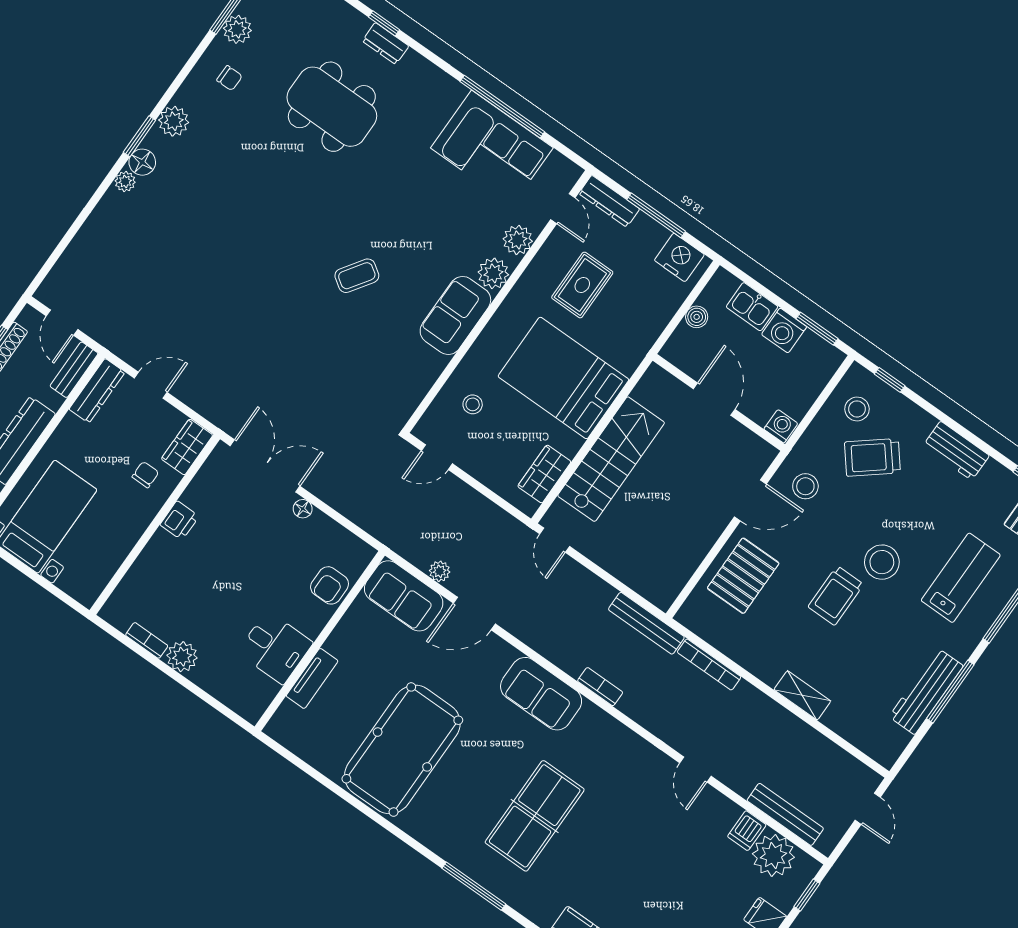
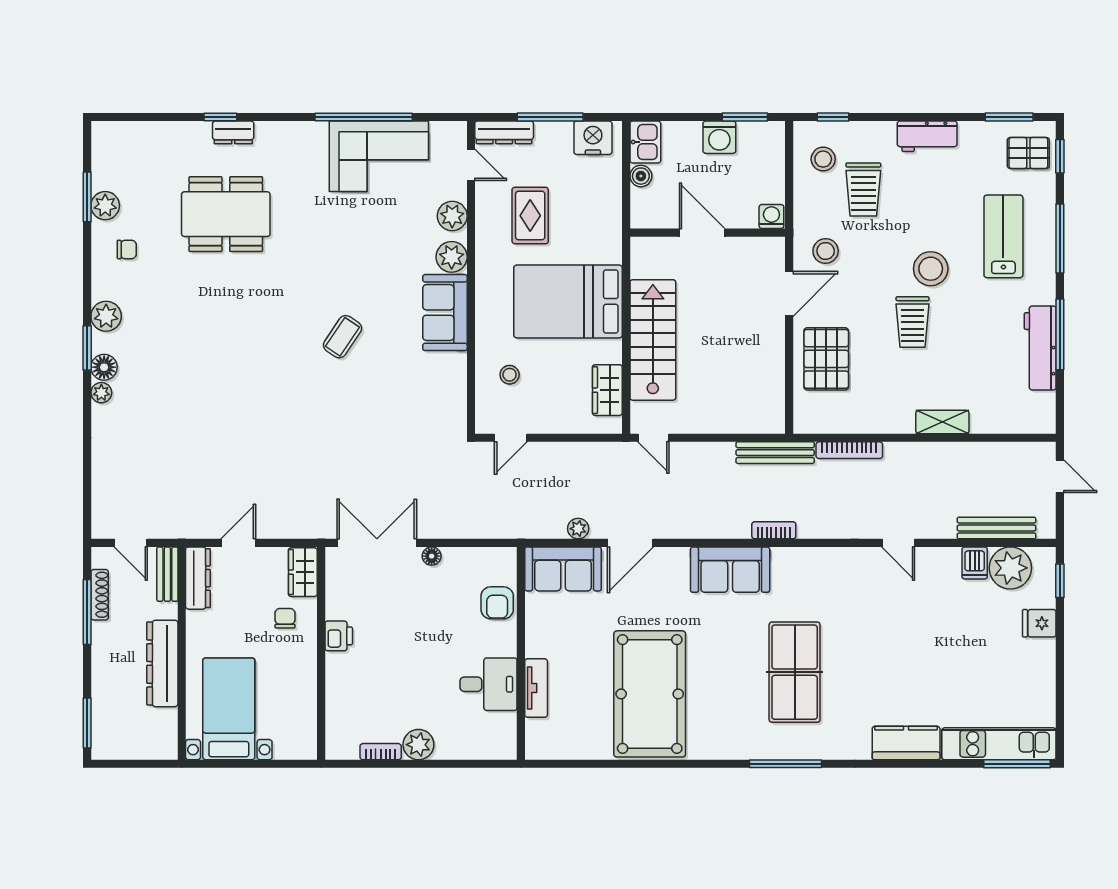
kitchen sink: (752, 307) -> (645, 142), moved, turned -90
trolley: (872, 457) -> (863, 189), turned -51

